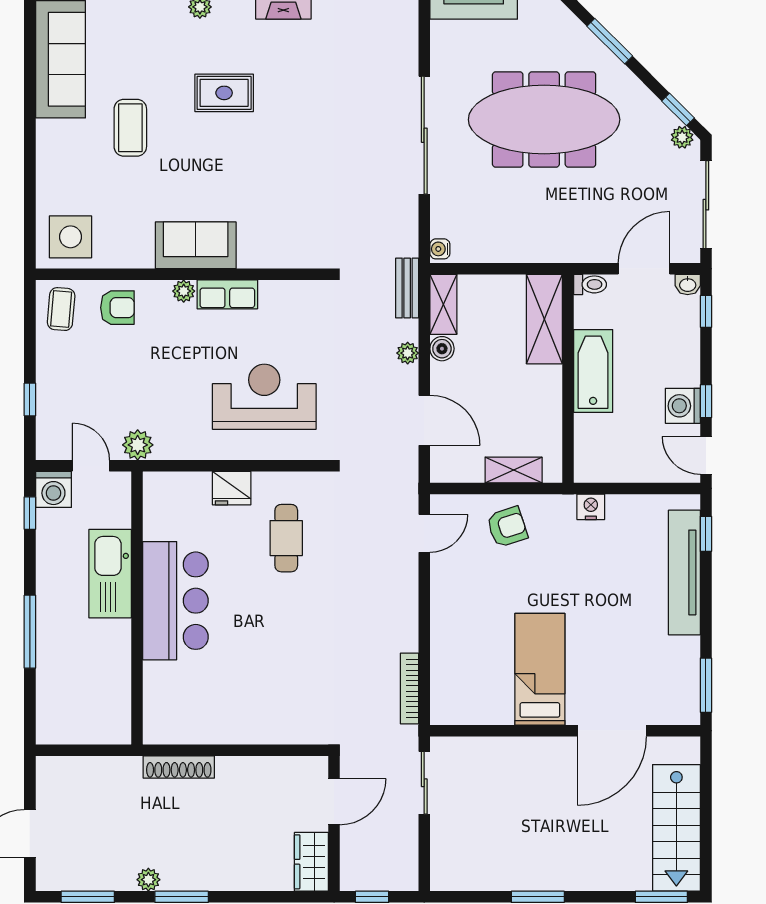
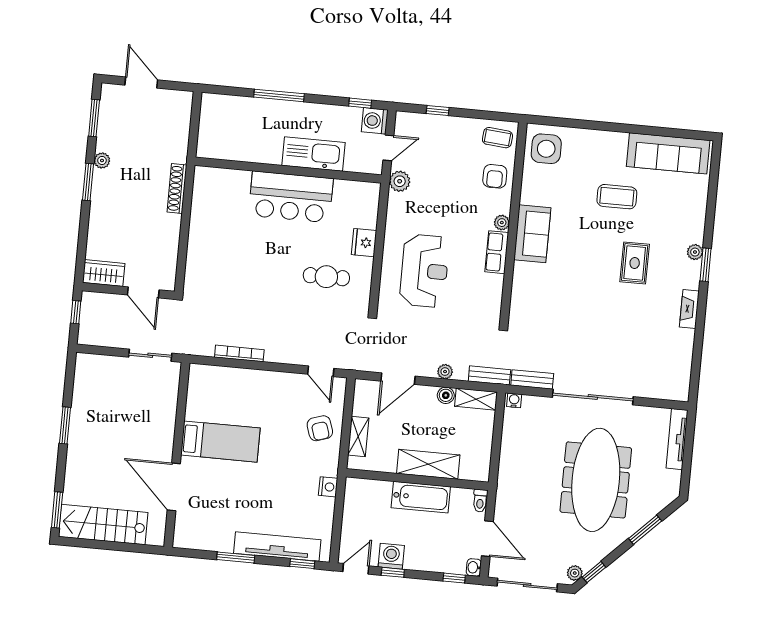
bench: (407, 226) -> (532, 379), added
shelving: (544, 319) -> (428, 464), moved
window: (706, 685) -> (236, 557), moved
bookcase: (410, 689) -> (239, 353), moved

